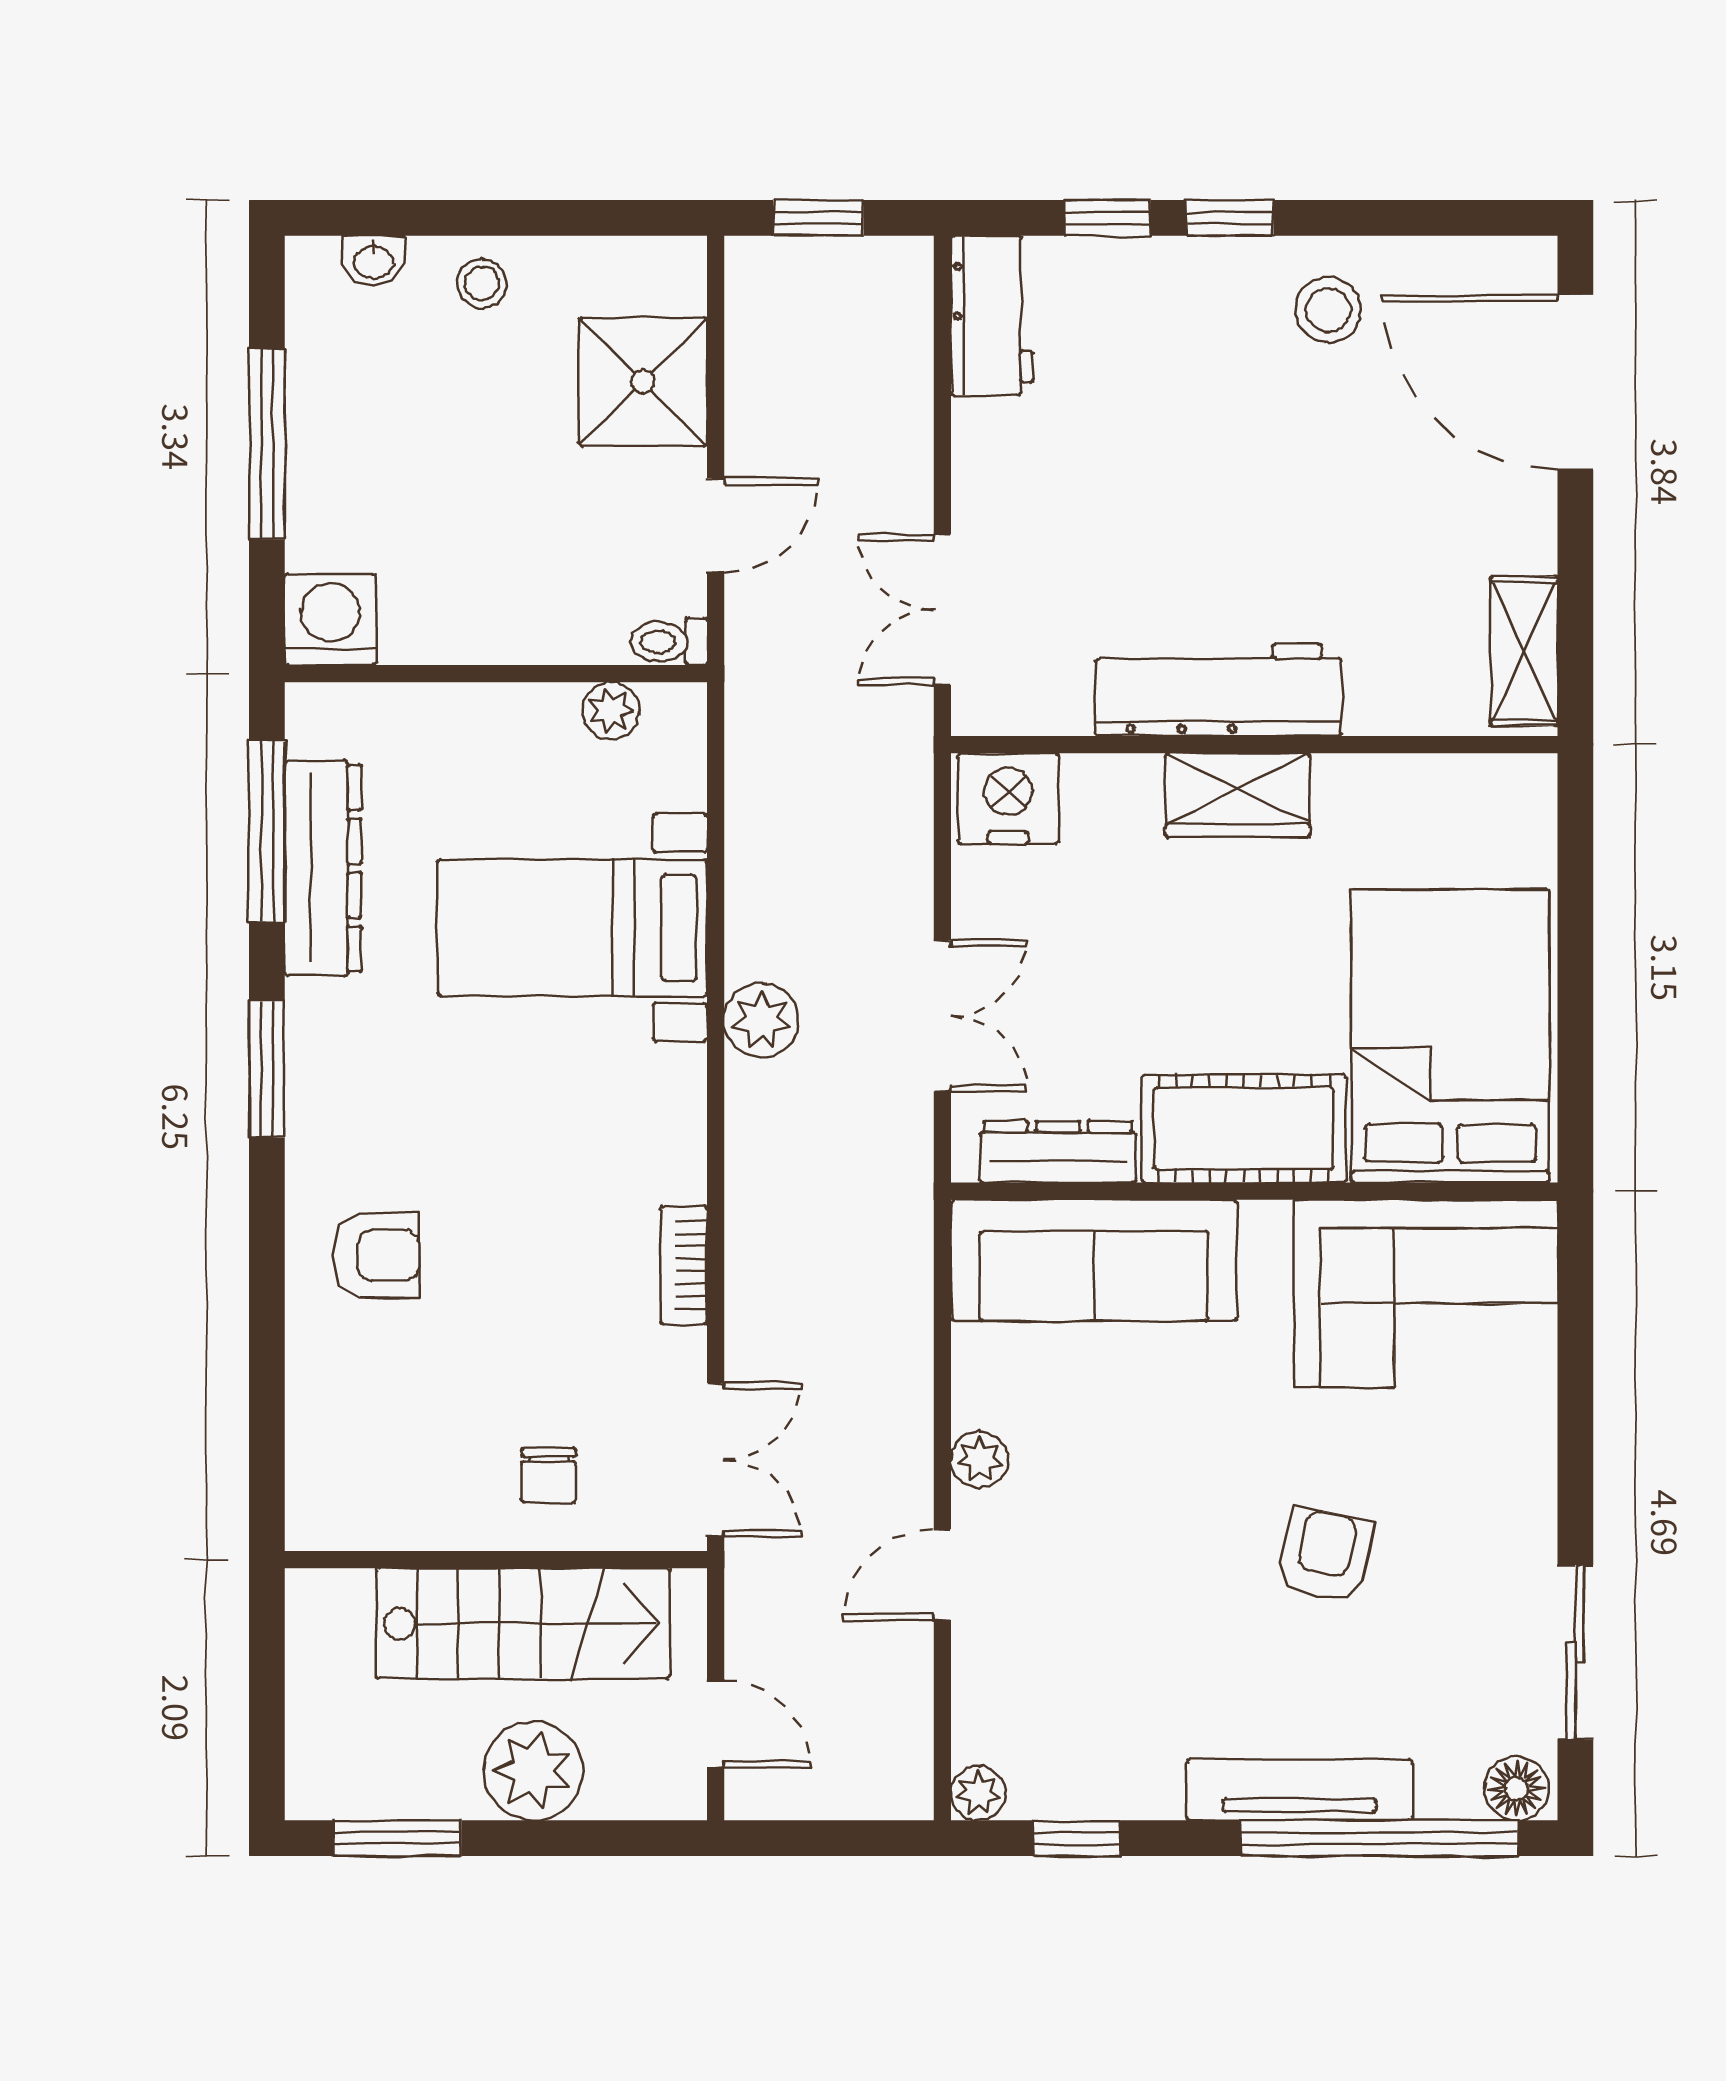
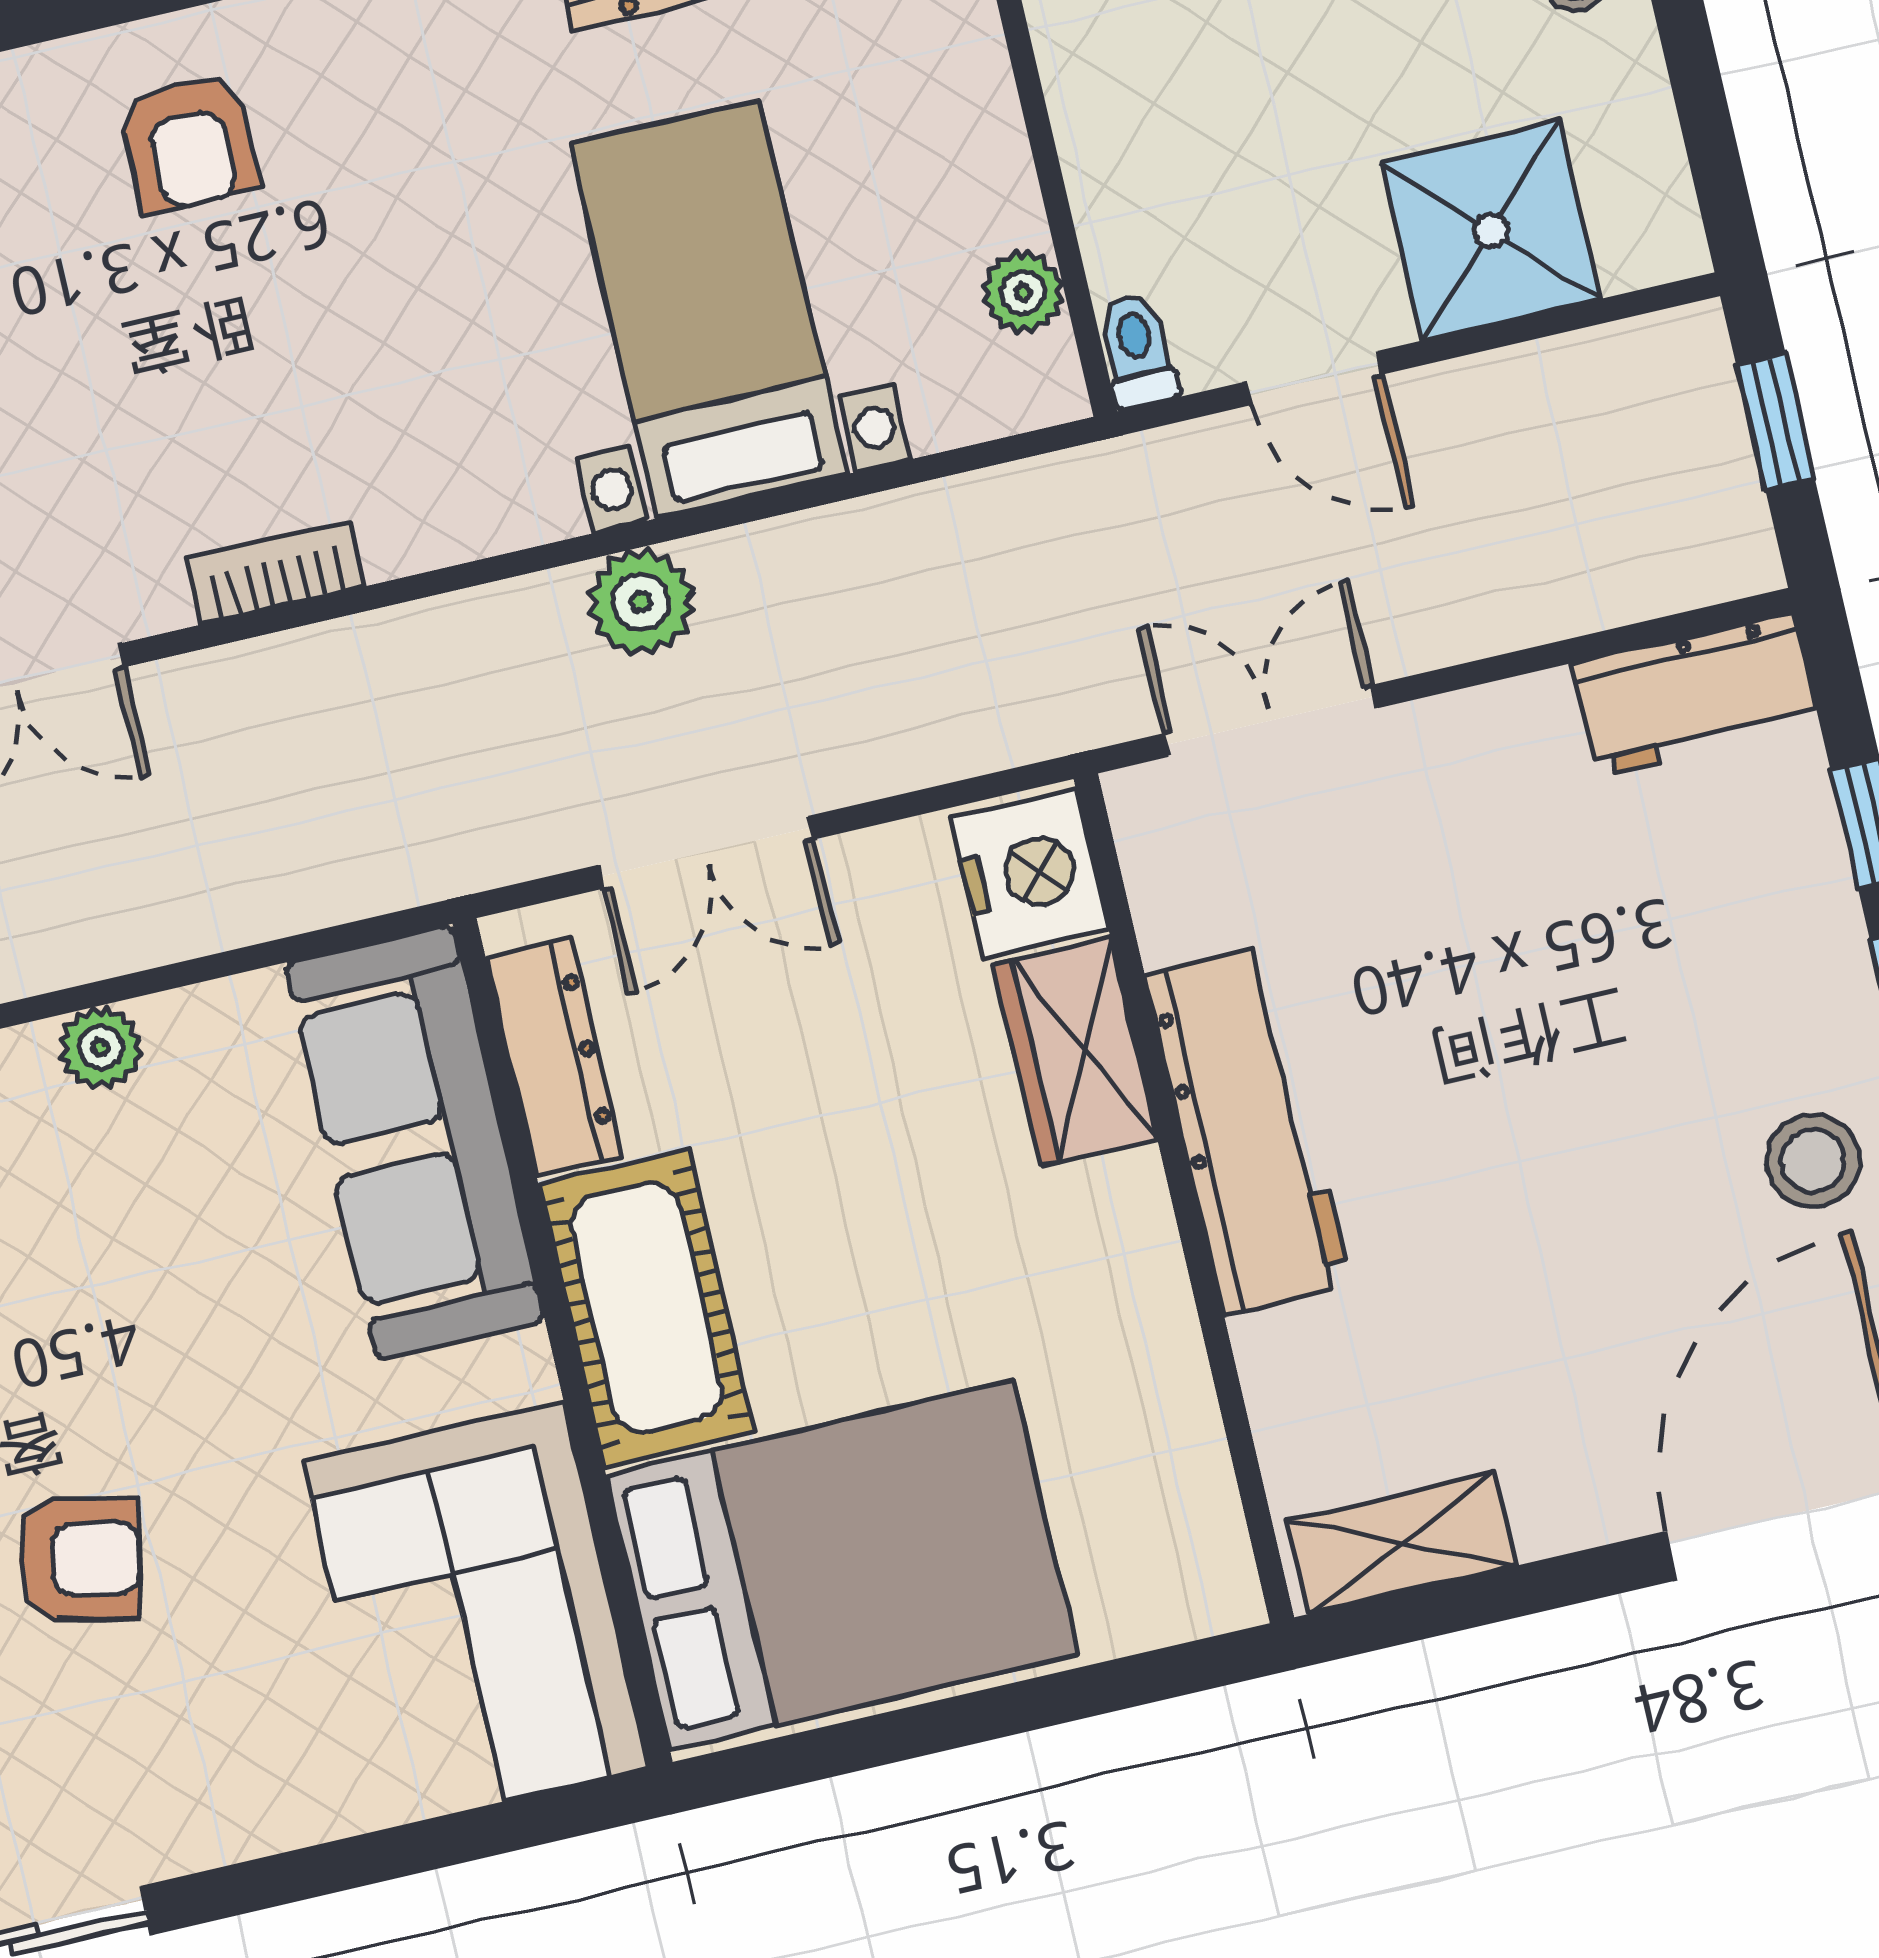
wardrobe: (1238, 795) -> (1076, 1051), moved

